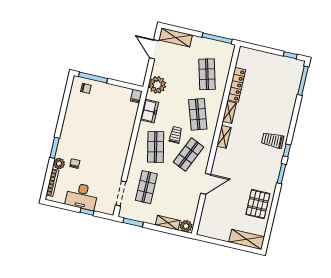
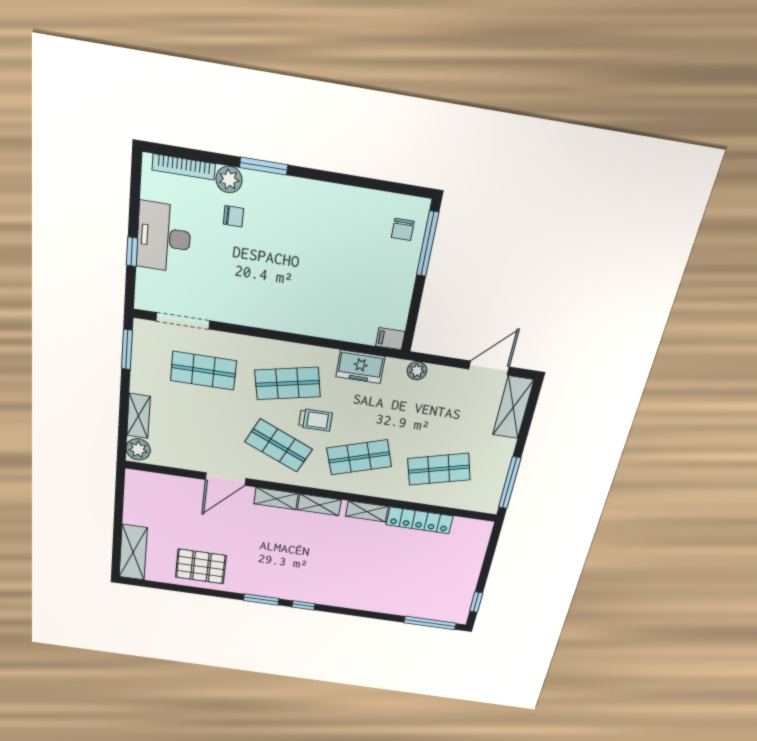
plant: (157, 85) -> (417, 371), width x0.53, depth x0.53
trolley: (273, 140) -> (320, 583), removed
shelving: (219, 159) -> (276, 499), added
door: (206, 184) -> (226, 479), hinge flipped

